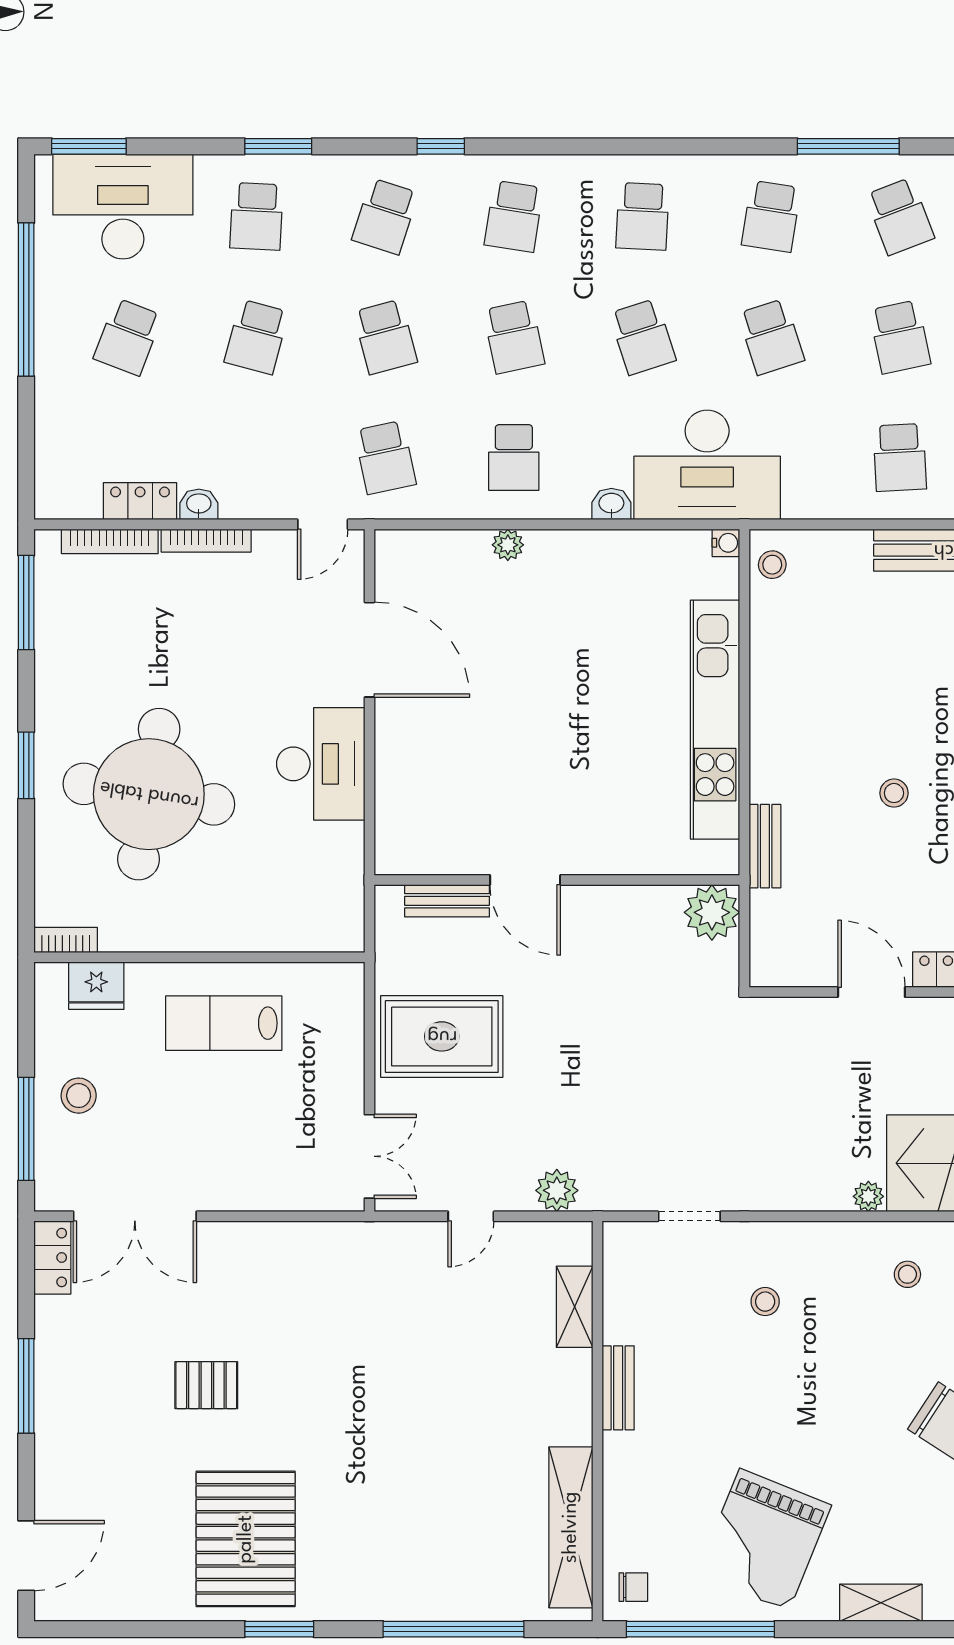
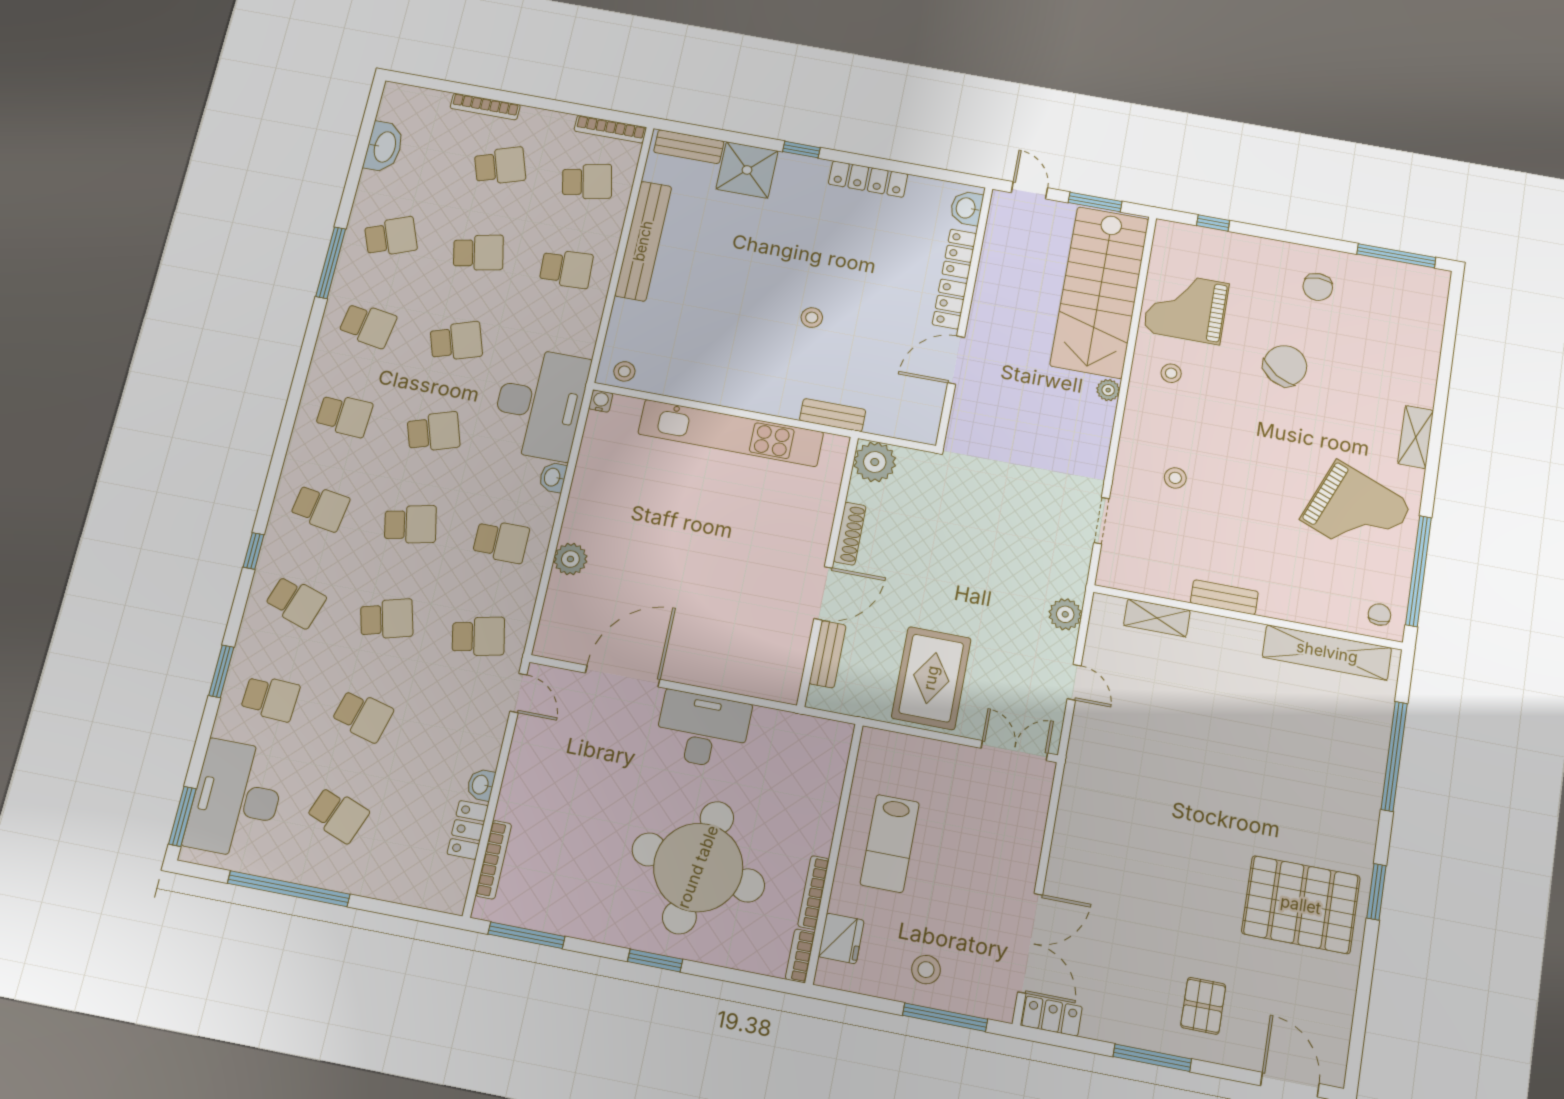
bookcase: (206, 541) -> (813, 892), moved, turned 180
plant: (508, 545) -> (570, 559), width x1.38, depth x1.38
shoe rack: (610, 899) -> (850, 534), added
pallet: (206, 1385) -> (1203, 1006), moved

